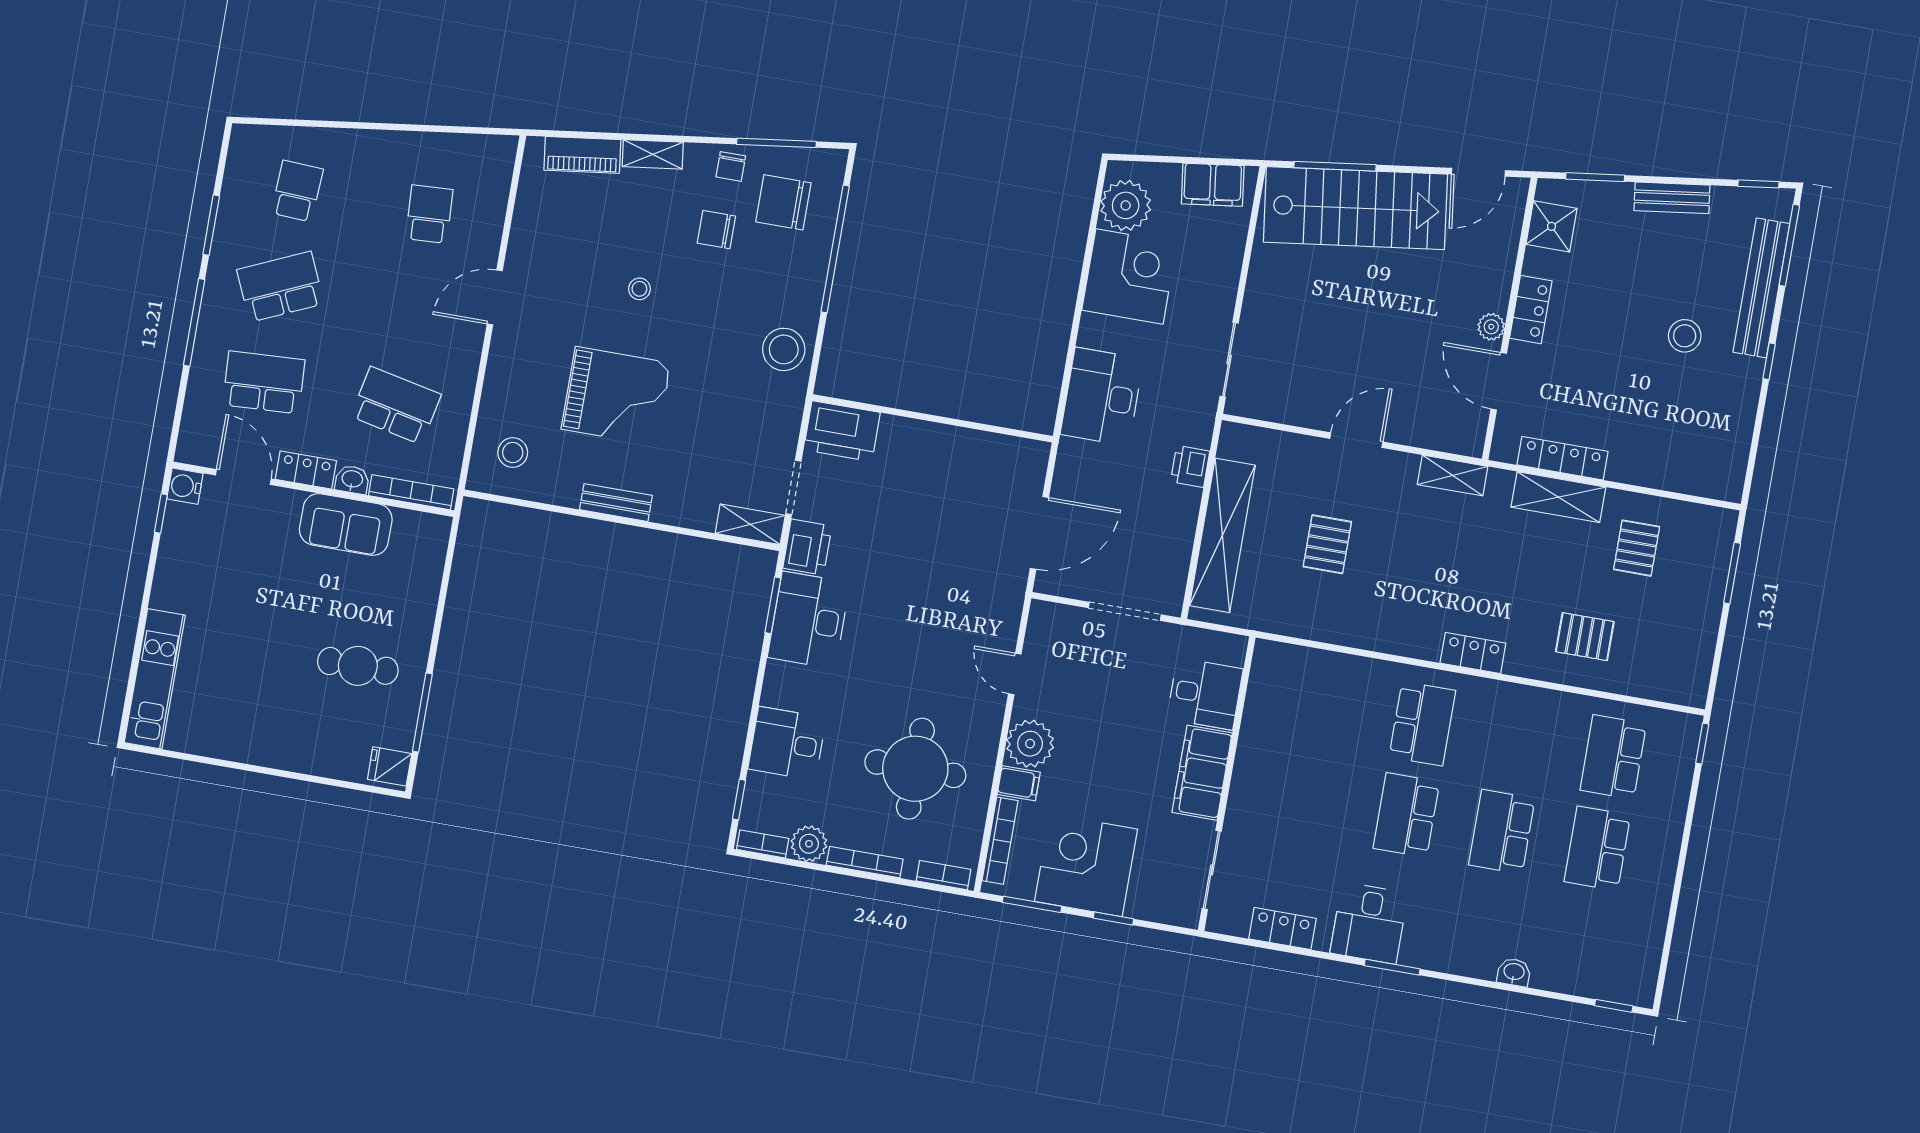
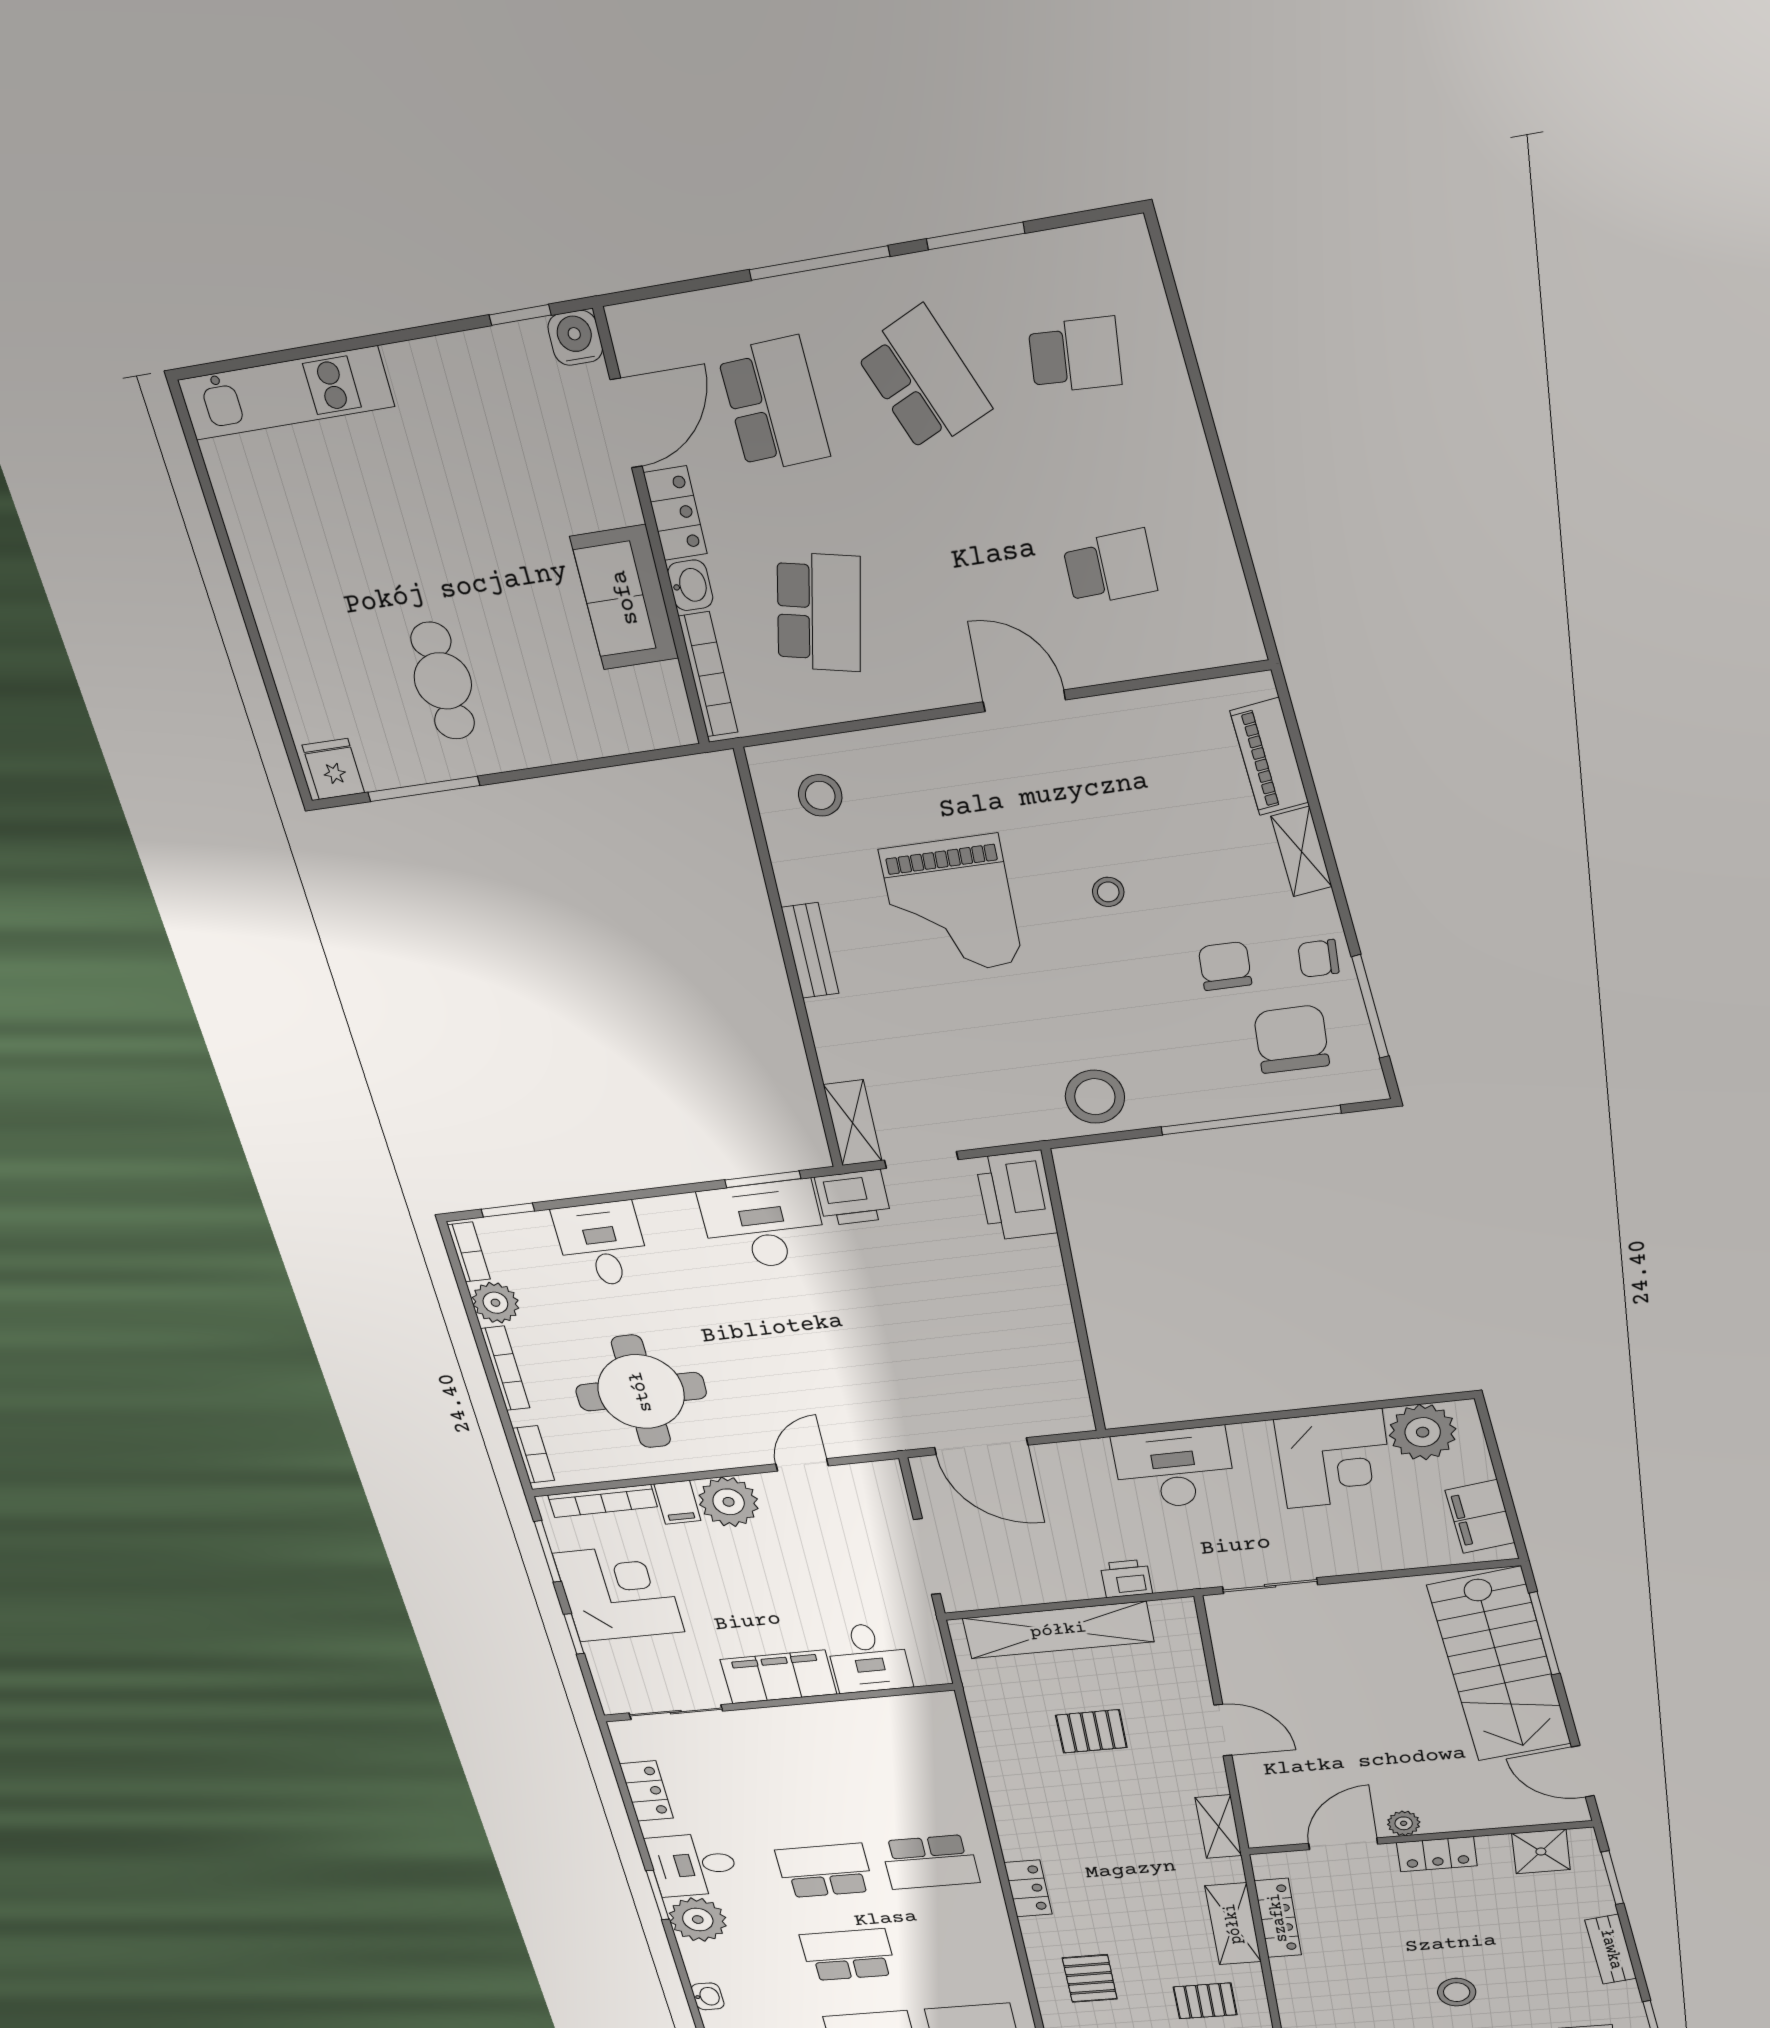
plant: (1428, 944) -> (698, 1920), added

